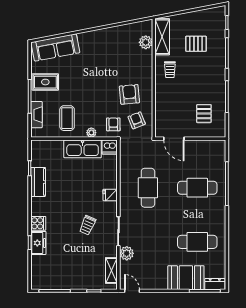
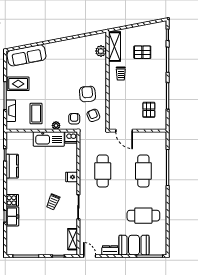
cafe table: (197, 188) -> (143, 171), turned 90
plant: (127, 253) -> (85, 225), removed
dresser: (215, 284) -> (110, 250), moved

